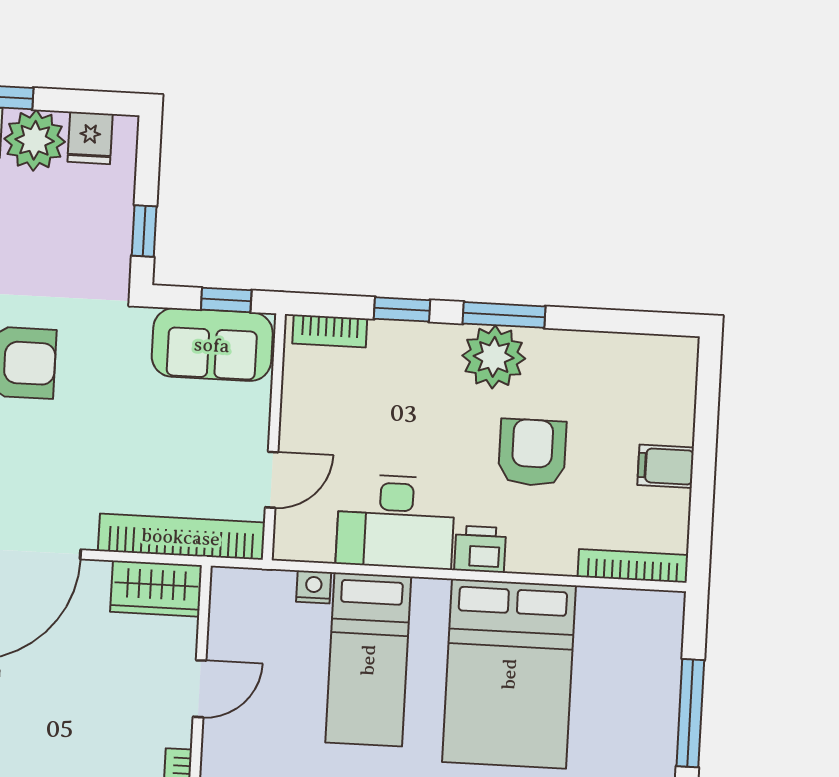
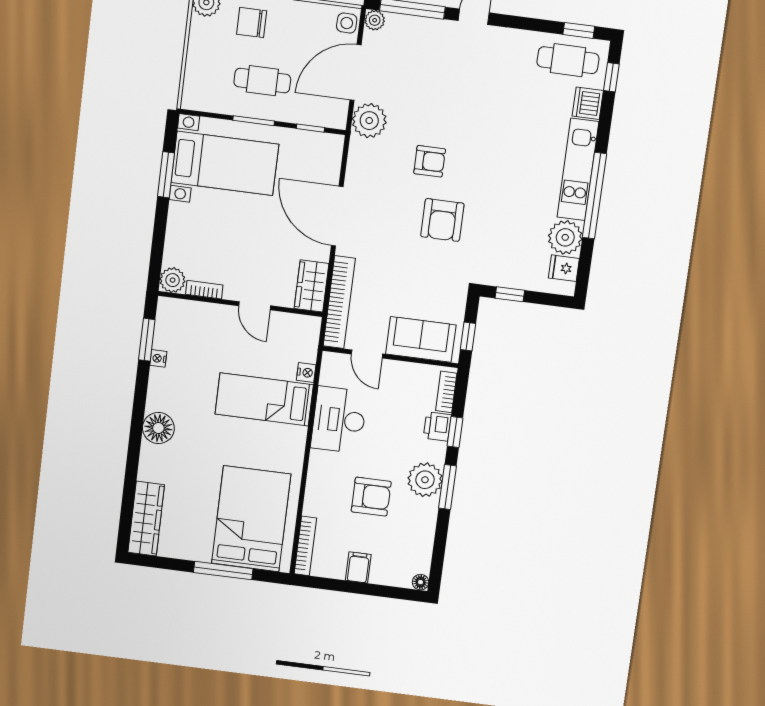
sofa: (212, 345) -> (421, 339), moved, turned 90
floor lamp: (684, 350) -> (420, 582), added
printer: (480, 549) -> (437, 426), moved, turned 180
bed: (509, 674) -> (251, 519), moved, turned 90

